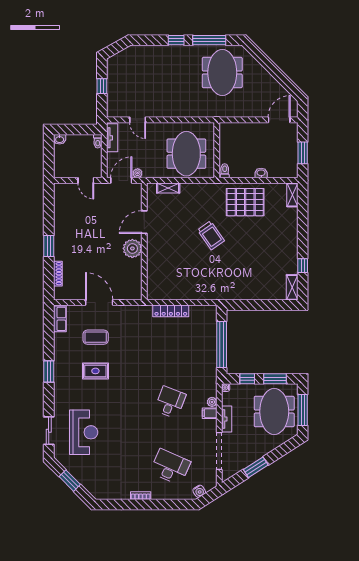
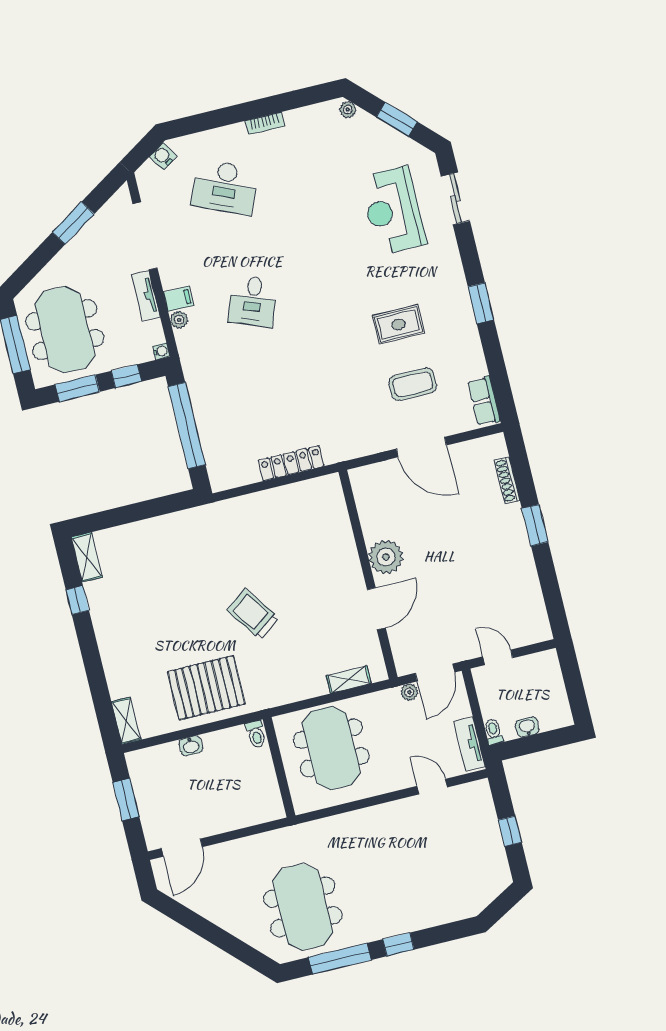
washbasin: (60, 139) -> (527, 727), moved
plant: (95, 492) -> (348, 110), added

